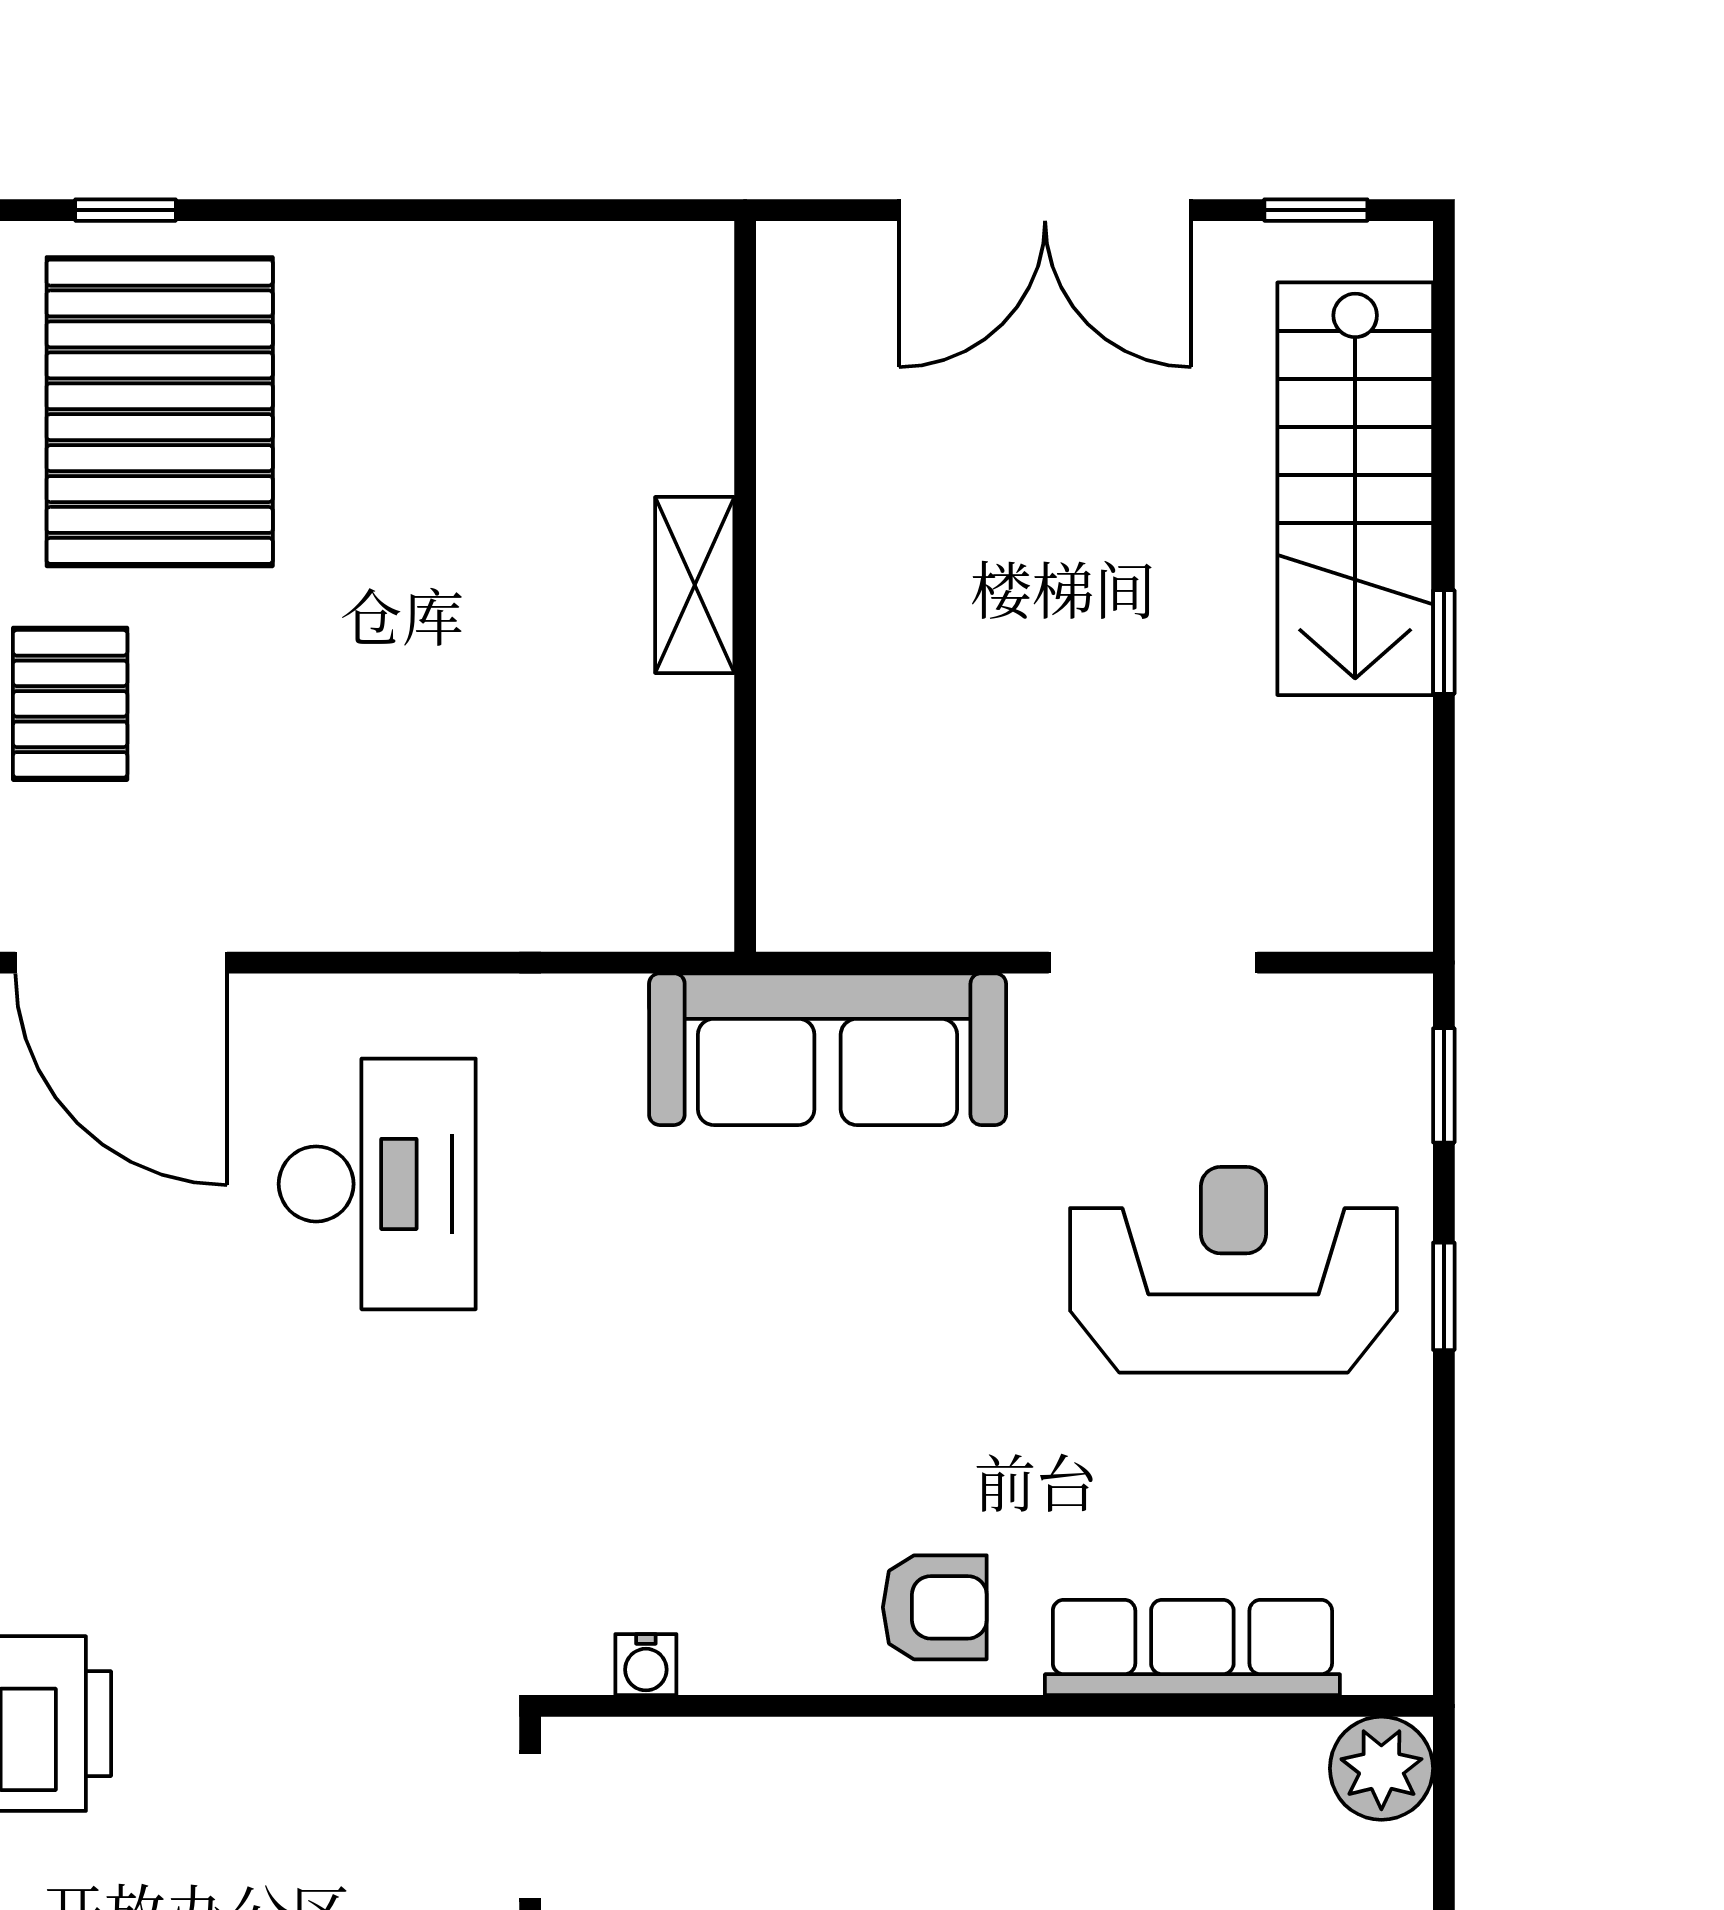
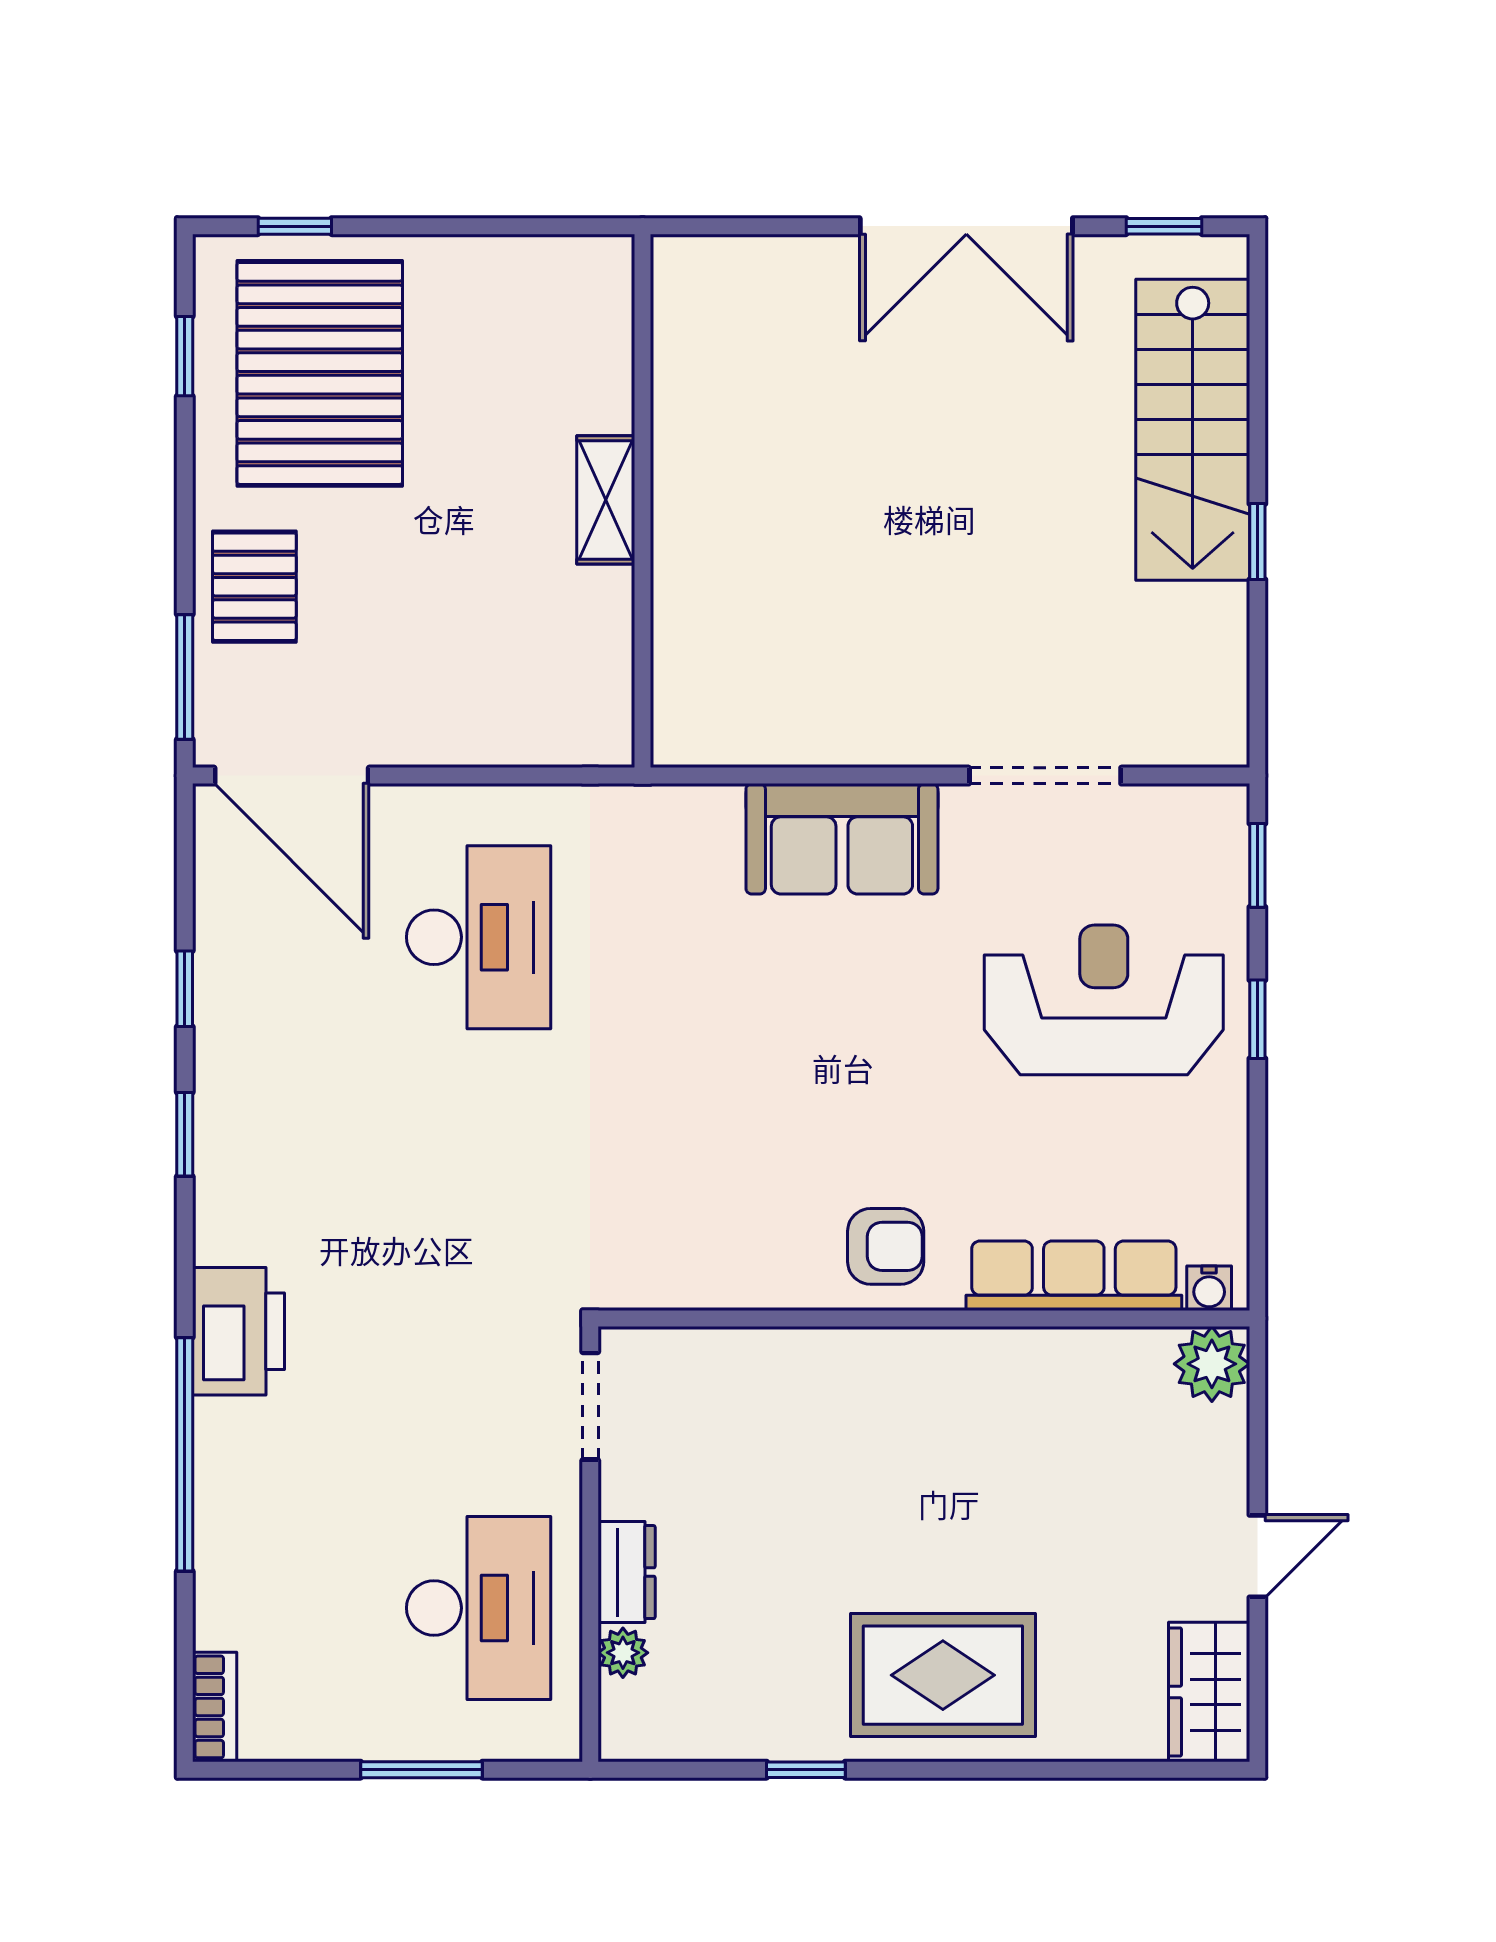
shelving: (695, 585) -> (606, 500), moved
wall: (745, 586) -> (643, 501), moved
sofa: (828, 1049) -> (842, 839), width x0.73
water cooler: (646, 1665) -> (1209, 1288), moved

